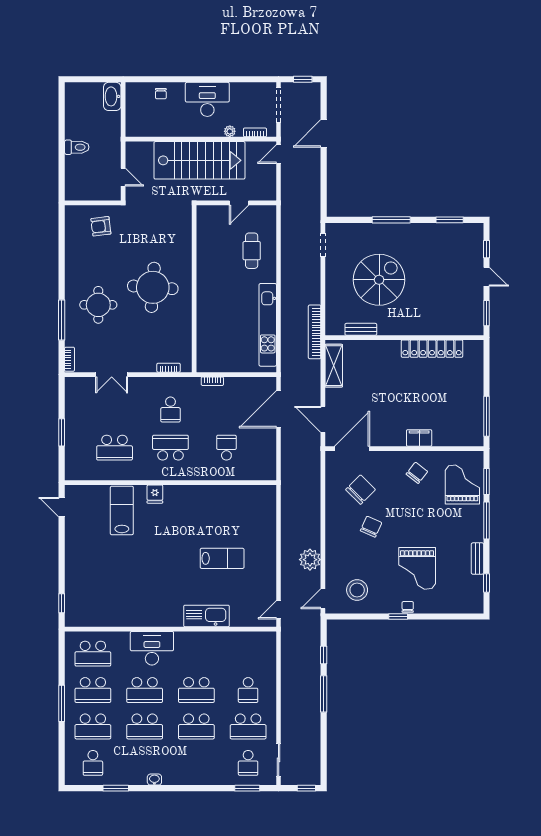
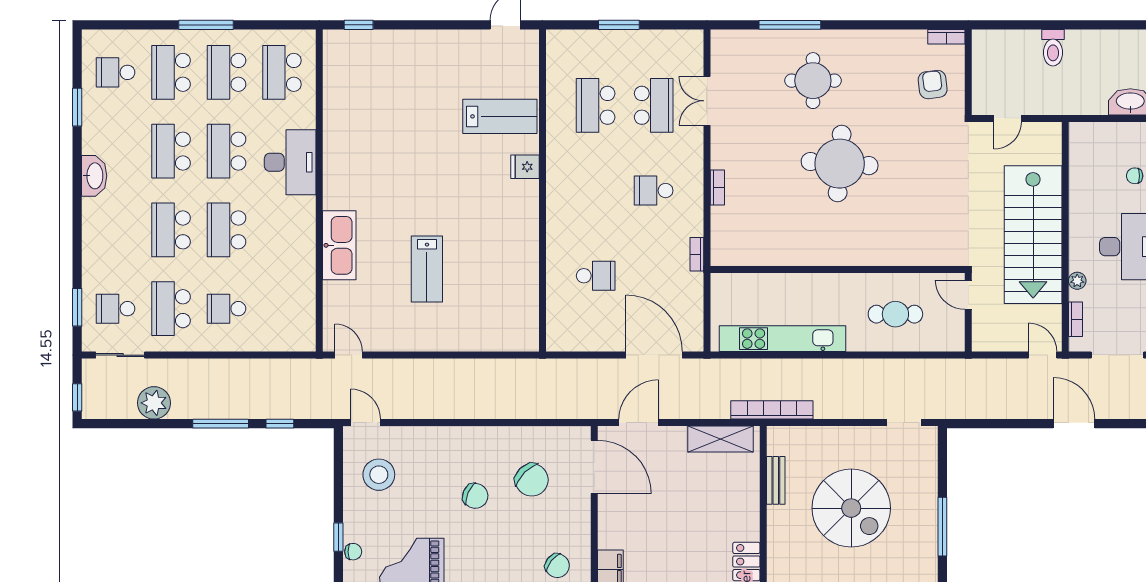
wall: (194, 289) -> (838, 269), moved
bookcase: (70, 359) -> (946, 37), moved
school desk: (170, 448) -> (654, 105), moved
plant: (310, 560) -> (154, 403), moved
washbasin: (154, 780) -> (94, 176), width x1.91, depth x1.45

